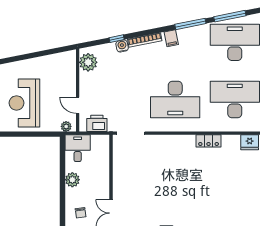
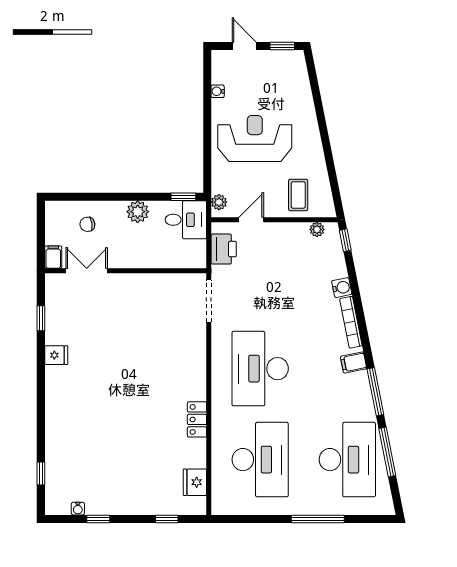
window: (117, 39) -> (345, 240), moved
plant: (88, 62) -> (317, 229), width x0.53, depth x0.53
coffee table: (61, 75) -> (298, 195), added
window: (63, 150) -> (183, 197), added

